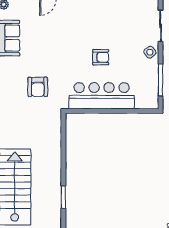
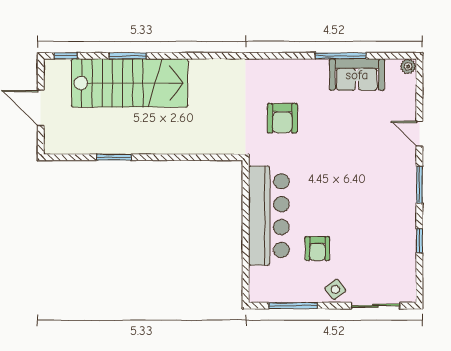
armchair: (101, 57) -> (317, 249), moved
armchair: (38, 87) -> (282, 118), turned -90

